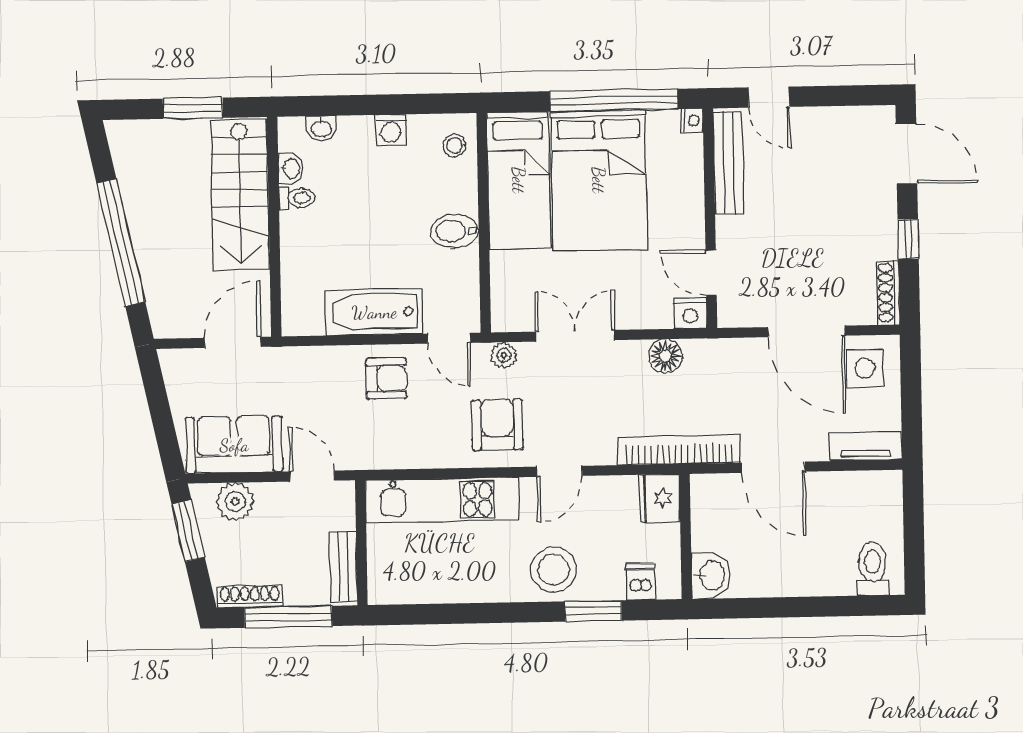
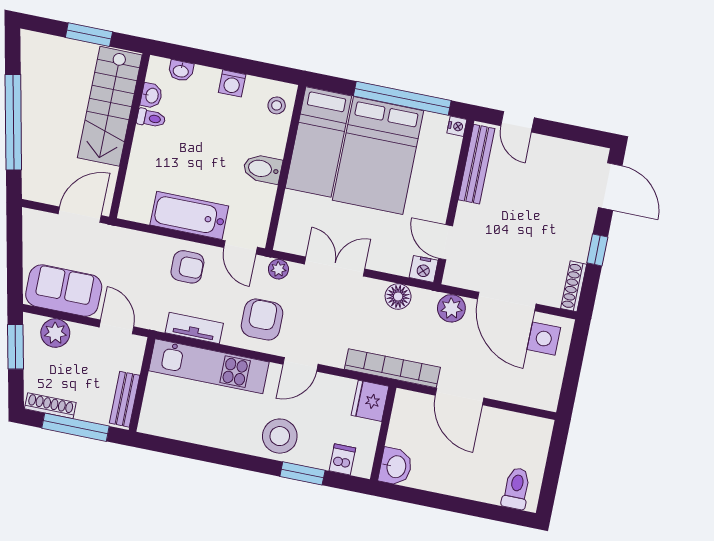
plant: (737, 356) -> (451, 308), added
tv unit: (866, 446) -> (194, 328), moved

